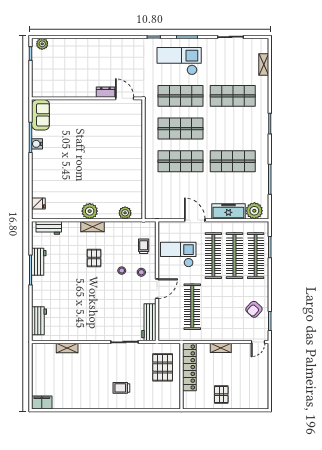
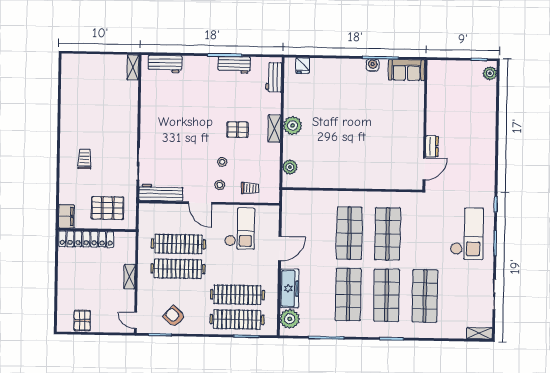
shelving: (264, 64) -> (479, 333), moved
shop shelf: (180, 96) -> (387, 295), moved
clothes rail: (213, 256) -> (178, 269), moved
shelving: (67, 348) -> (133, 67), moved
locker: (189, 367) -> (86, 239), moved
pallet: (221, 395) -> (82, 321), moved, turned 90
filing cabinet: (42, 402) -> (66, 216), moved

